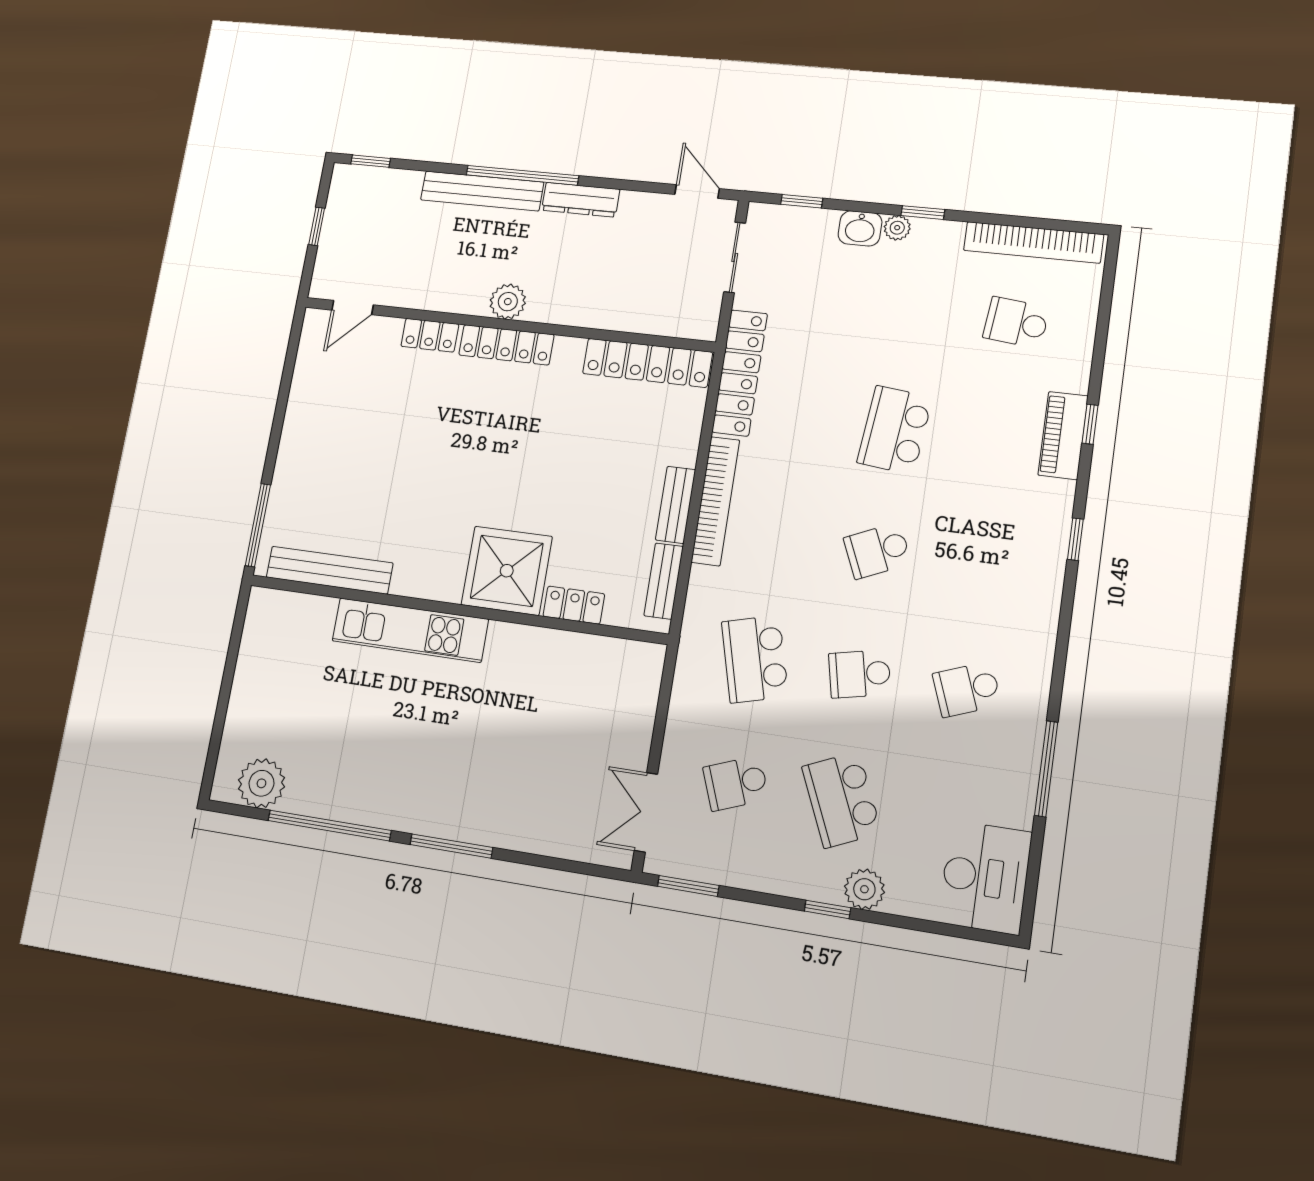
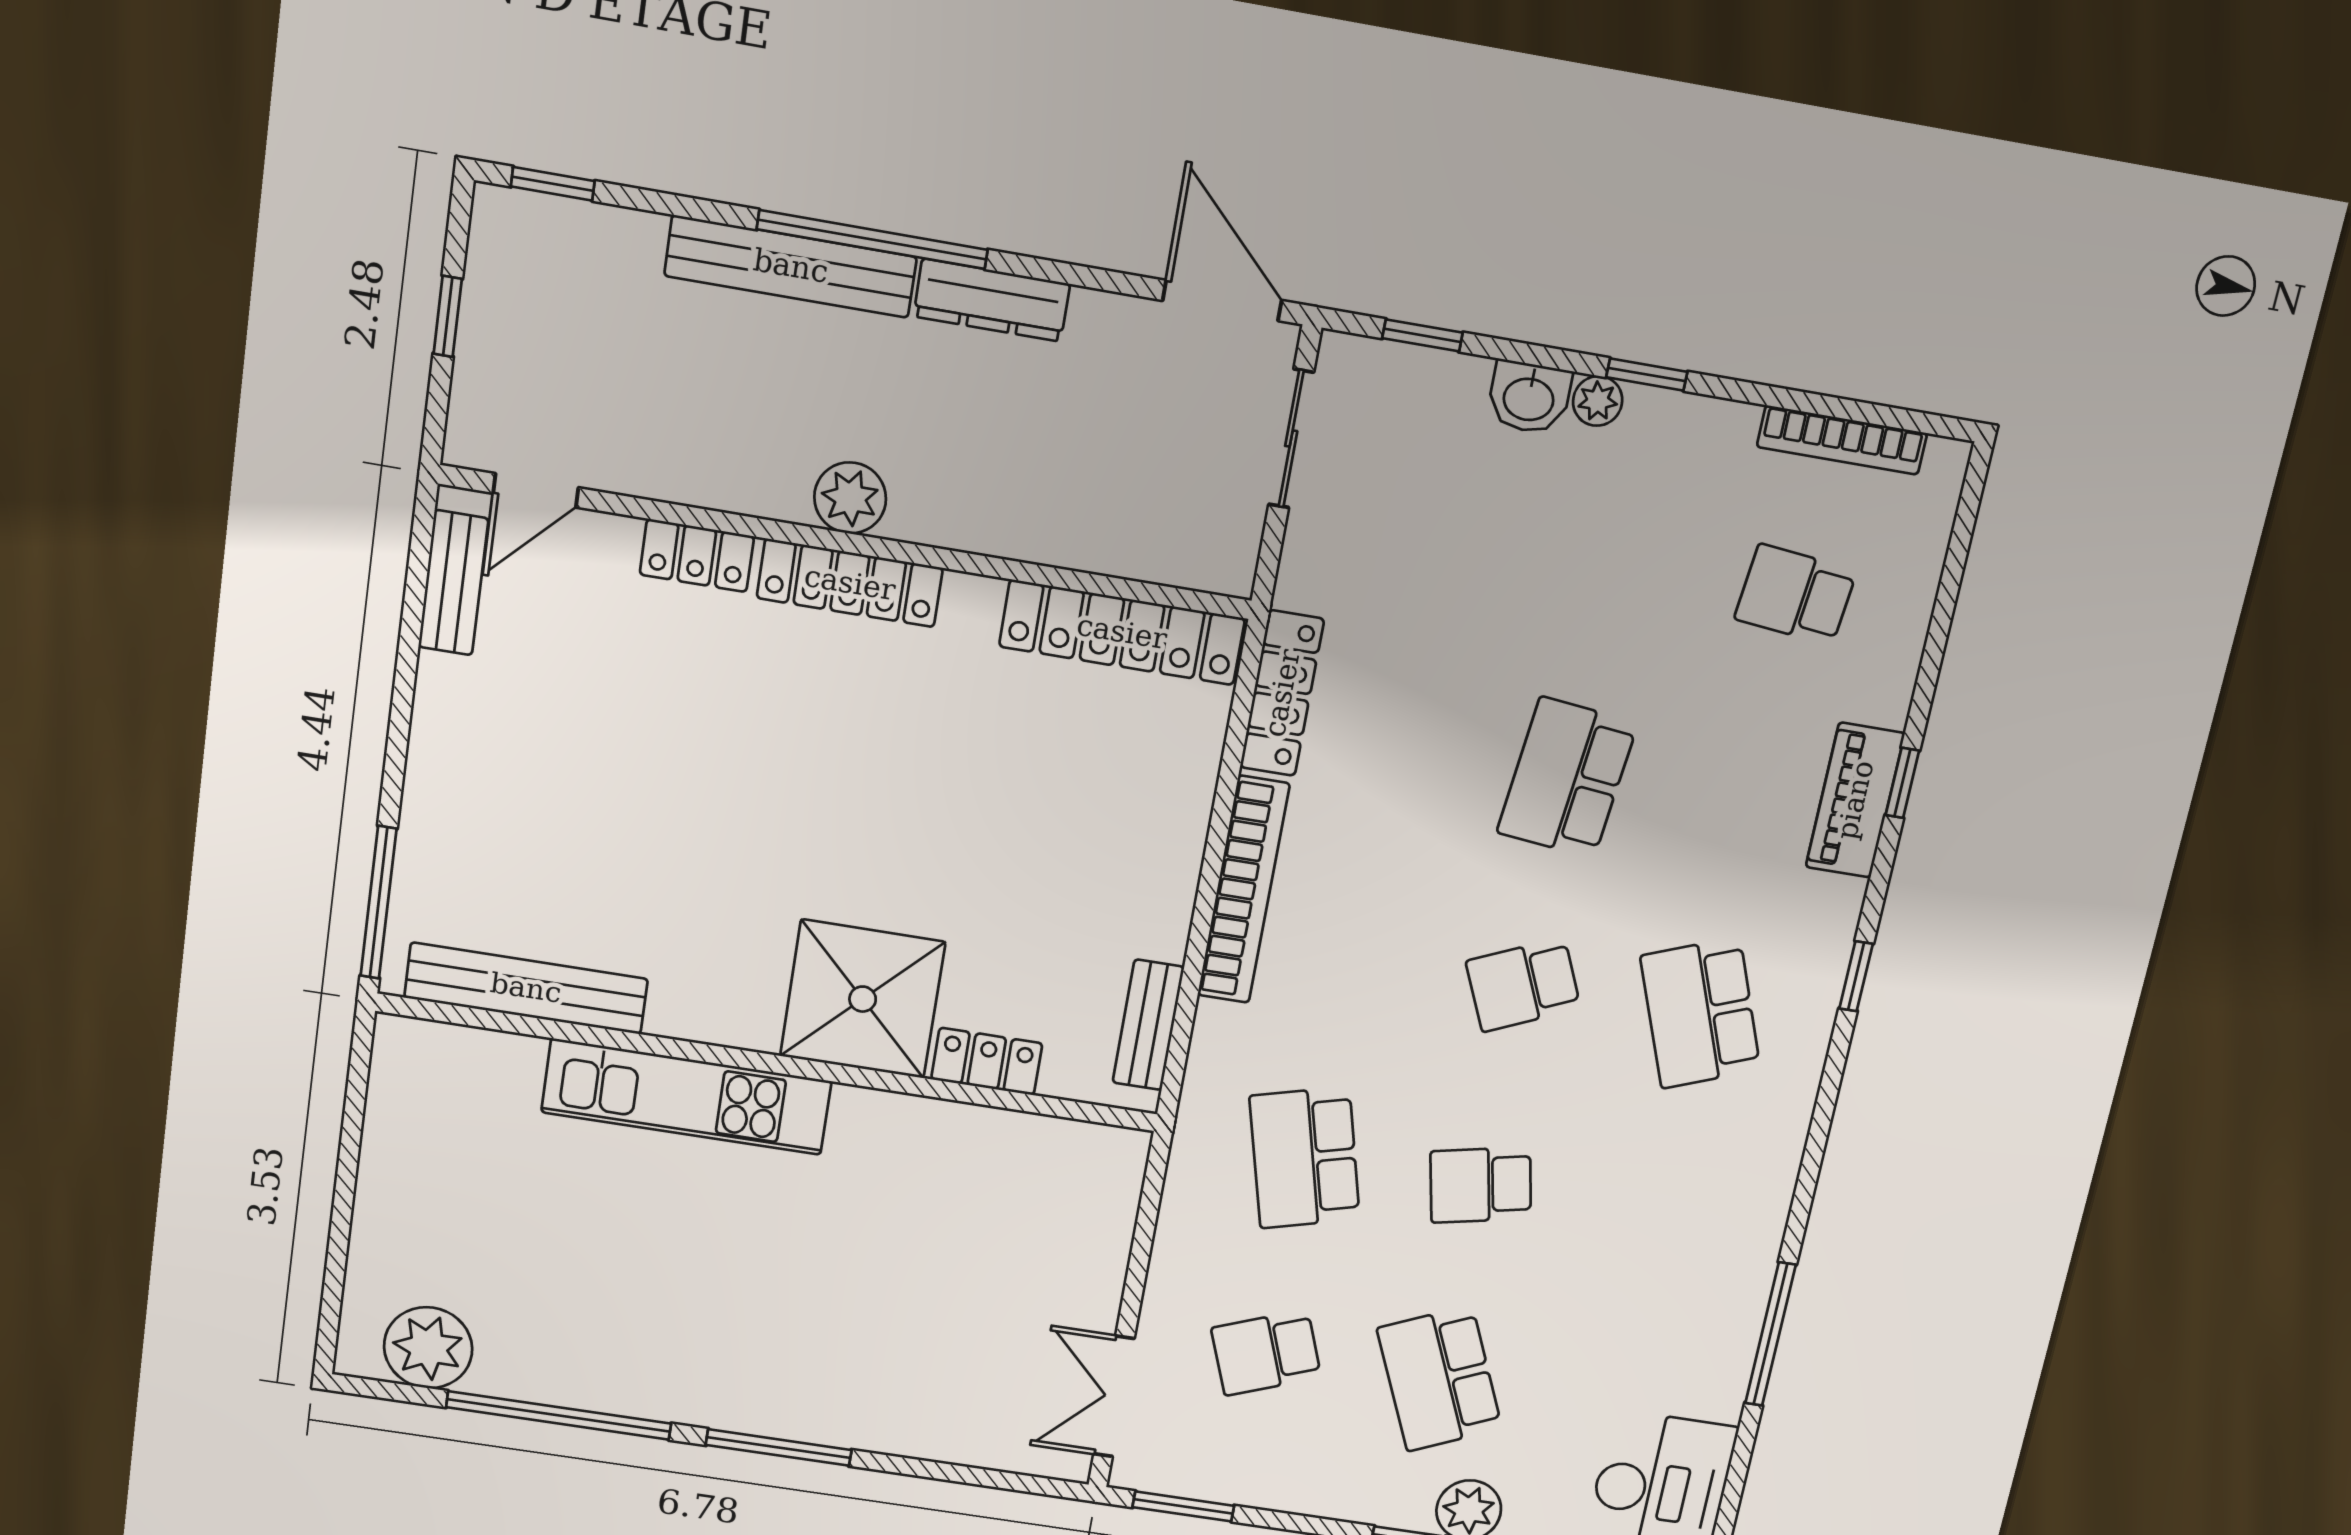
door: (697, 192) -> (1222, 300), width x1.38
bookcase: (1033, 242) -> (1842, 440), width x0.68, depth x0.76
locker: (740, 373) -> (1282, 693), width x0.71, depth x0.83
bench: (676, 505) -> (453, 583), moved
school desk: (967, 689) -> (1701, 1013), moved, width x1.85

